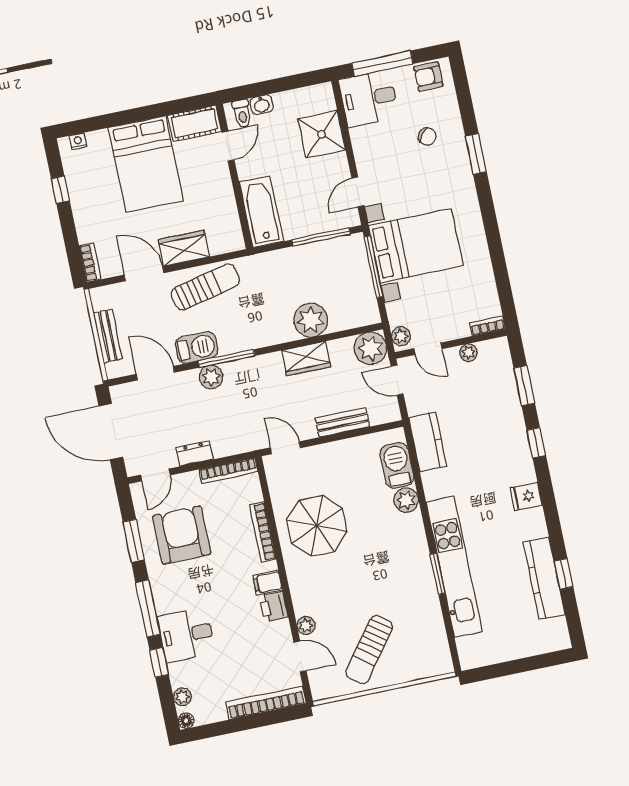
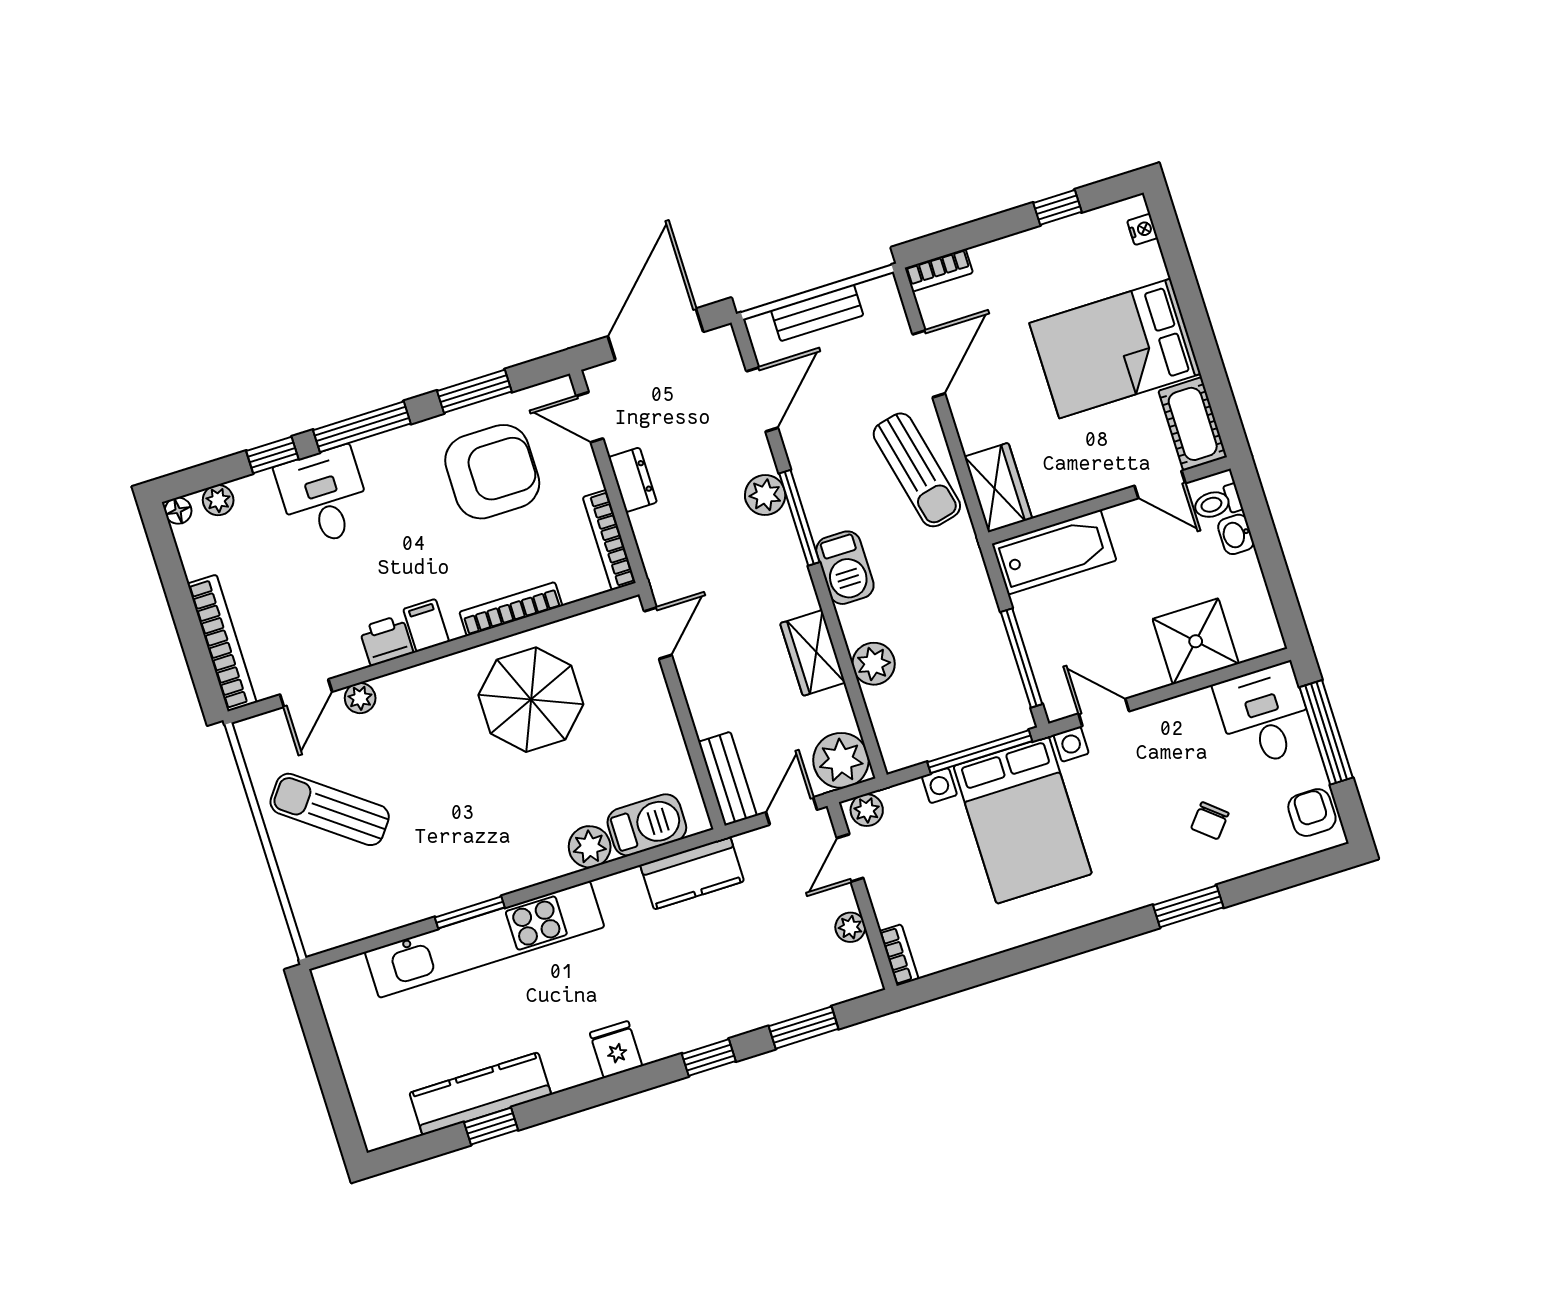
wardrobe: (184, 248) -> (998, 488), moved
plant: (311, 320) -> (874, 664), width x0.73, depth x0.73
barbecue: (197, 348) -> (845, 568), moved
bench: (342, 422) -> (728, 779), moved

